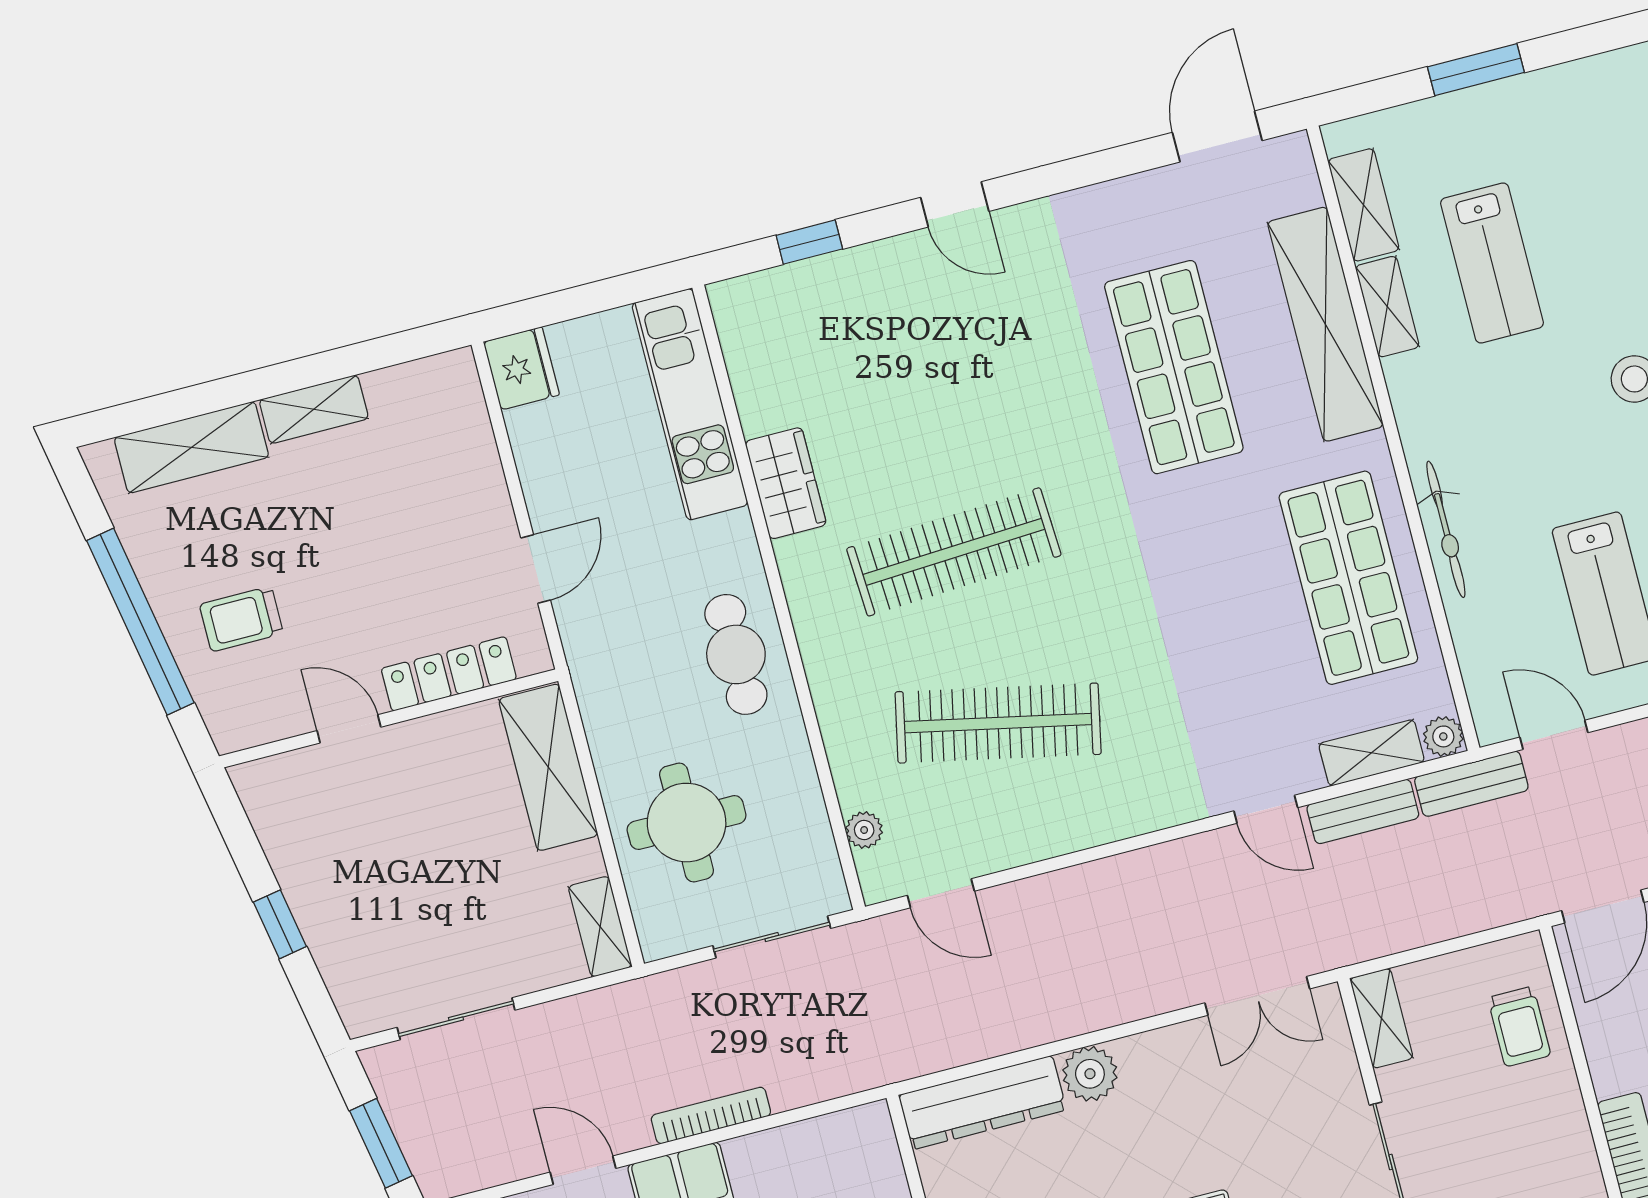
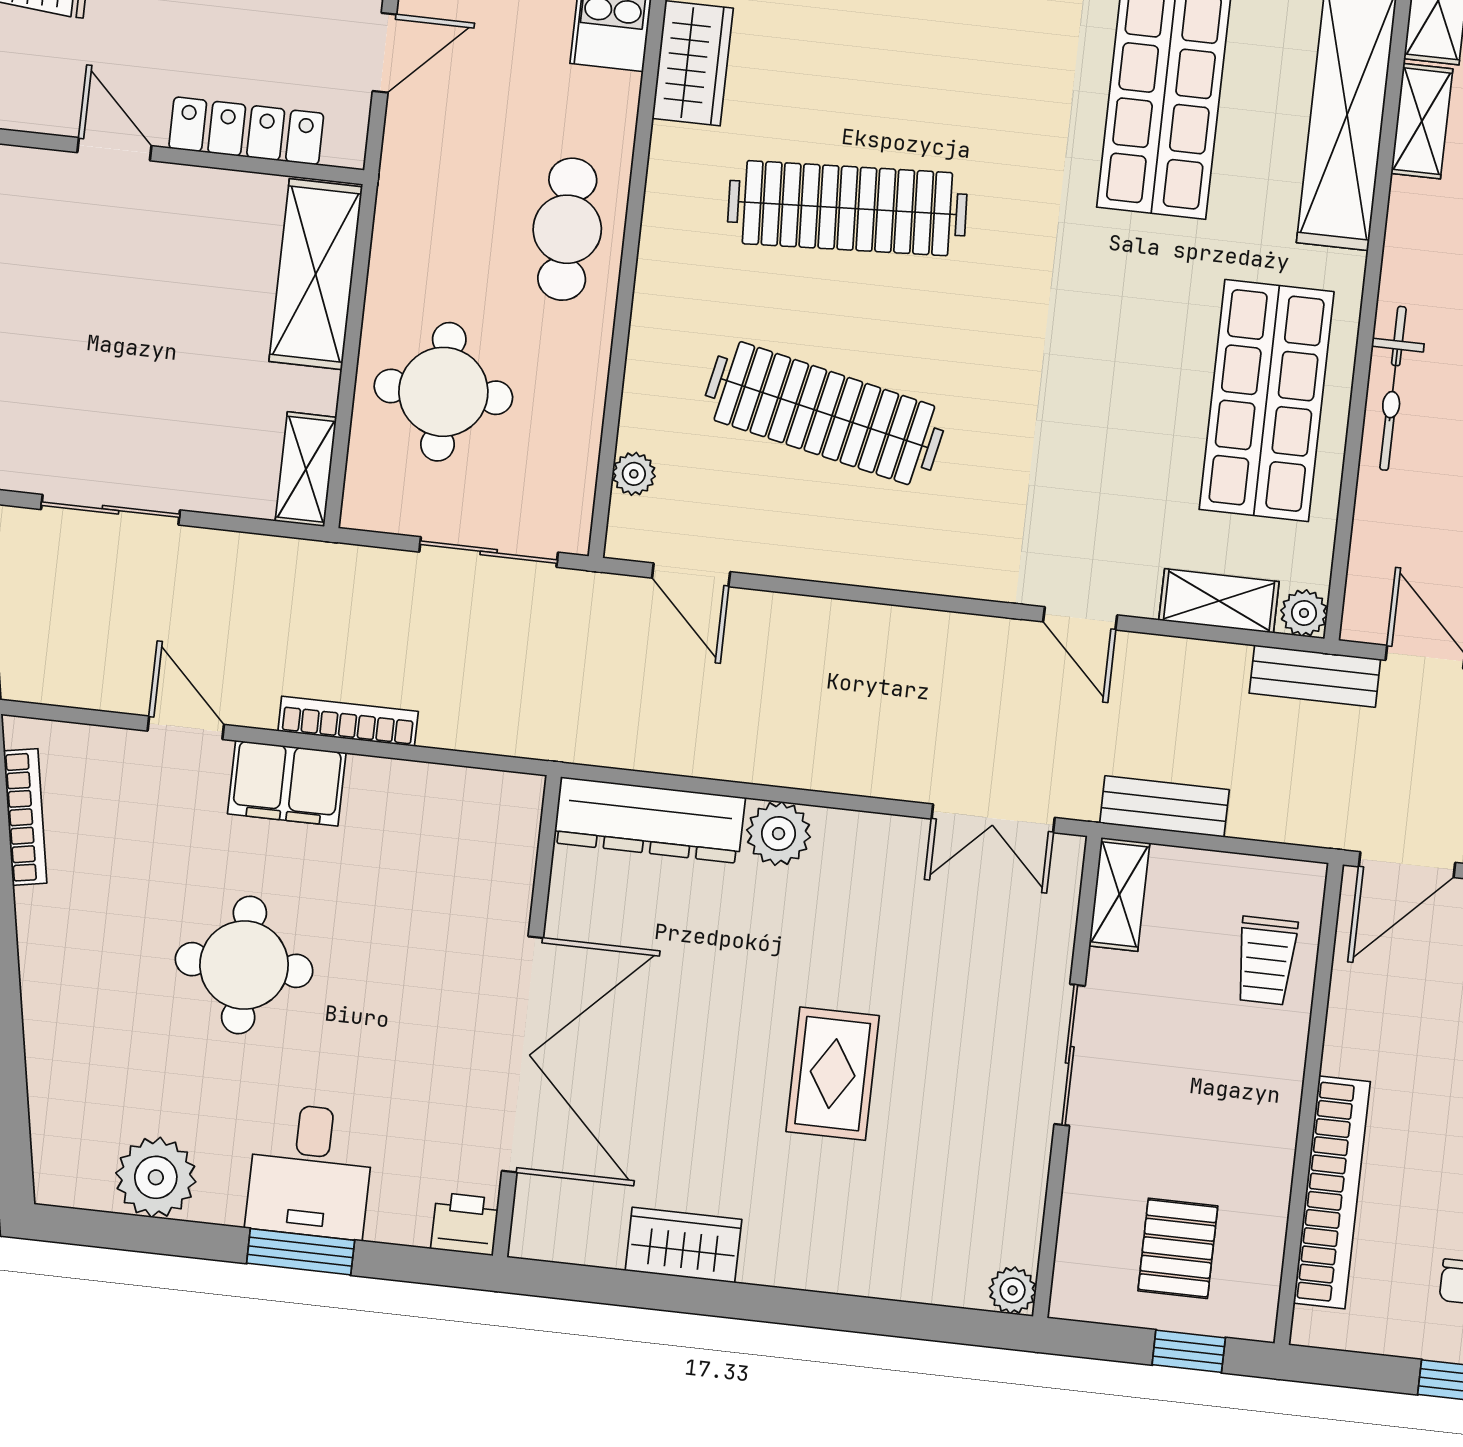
bench: (1363, 812) -> (1164, 806), moved

